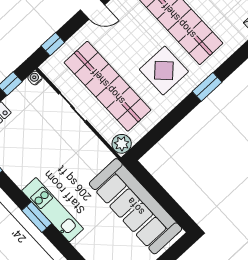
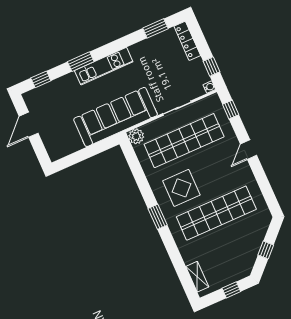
sofa: (136, 206) -> (116, 117), moved
window: (37, 217) -> (81, 62), moved

